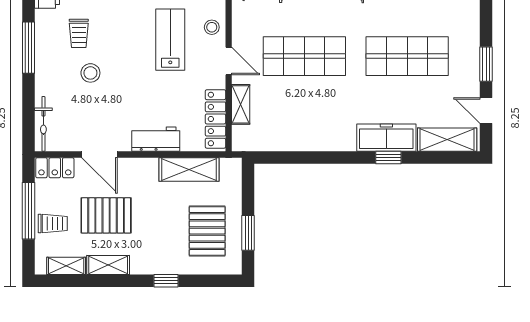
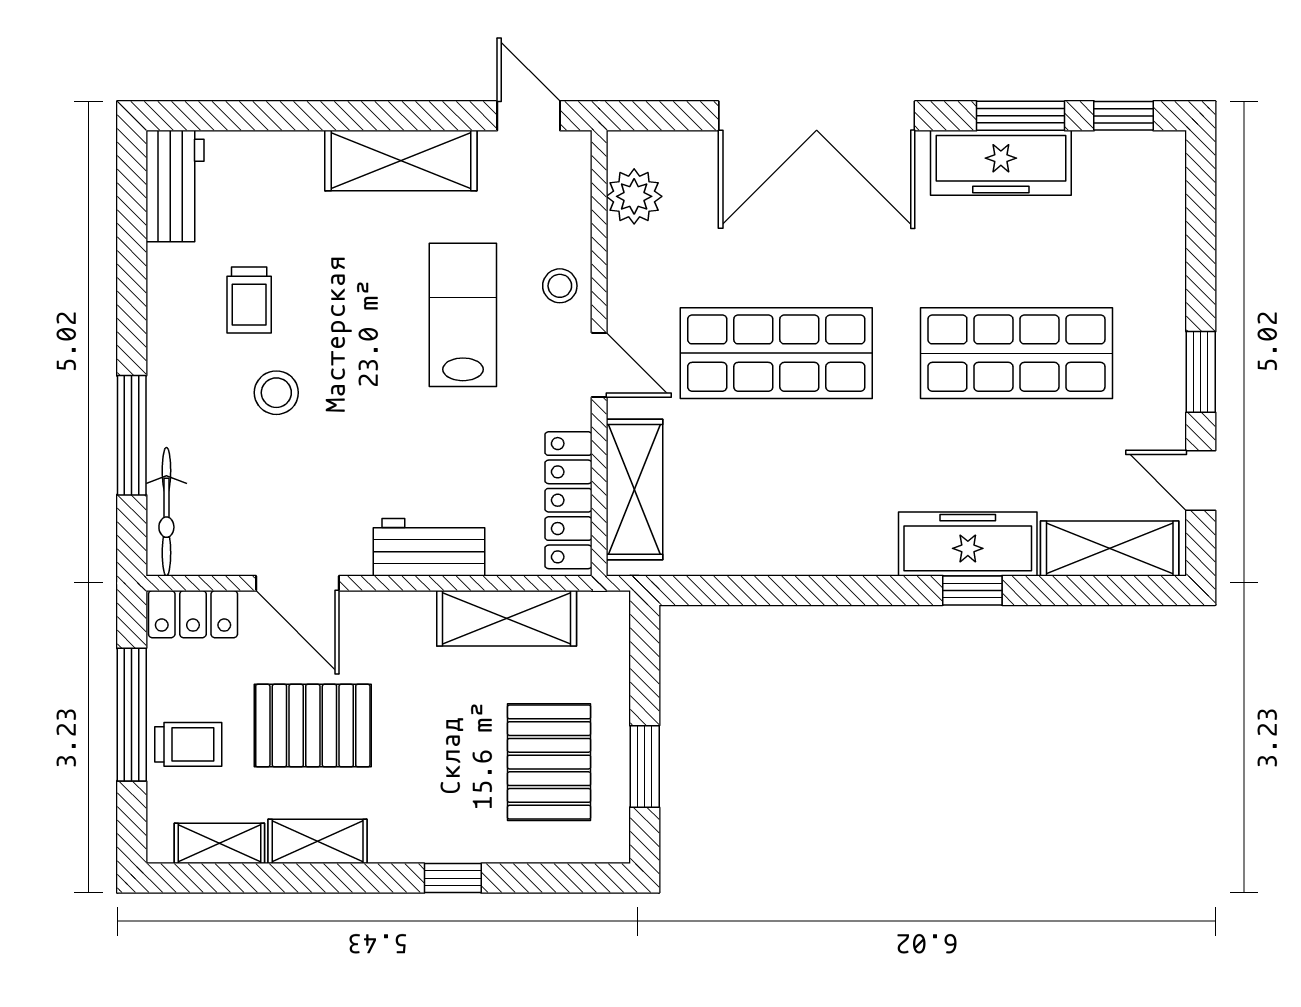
window: (29, 48) -> (132, 435), moved
shelving: (241, 104) -> (634, 489), width x1.50, depth x1.33

